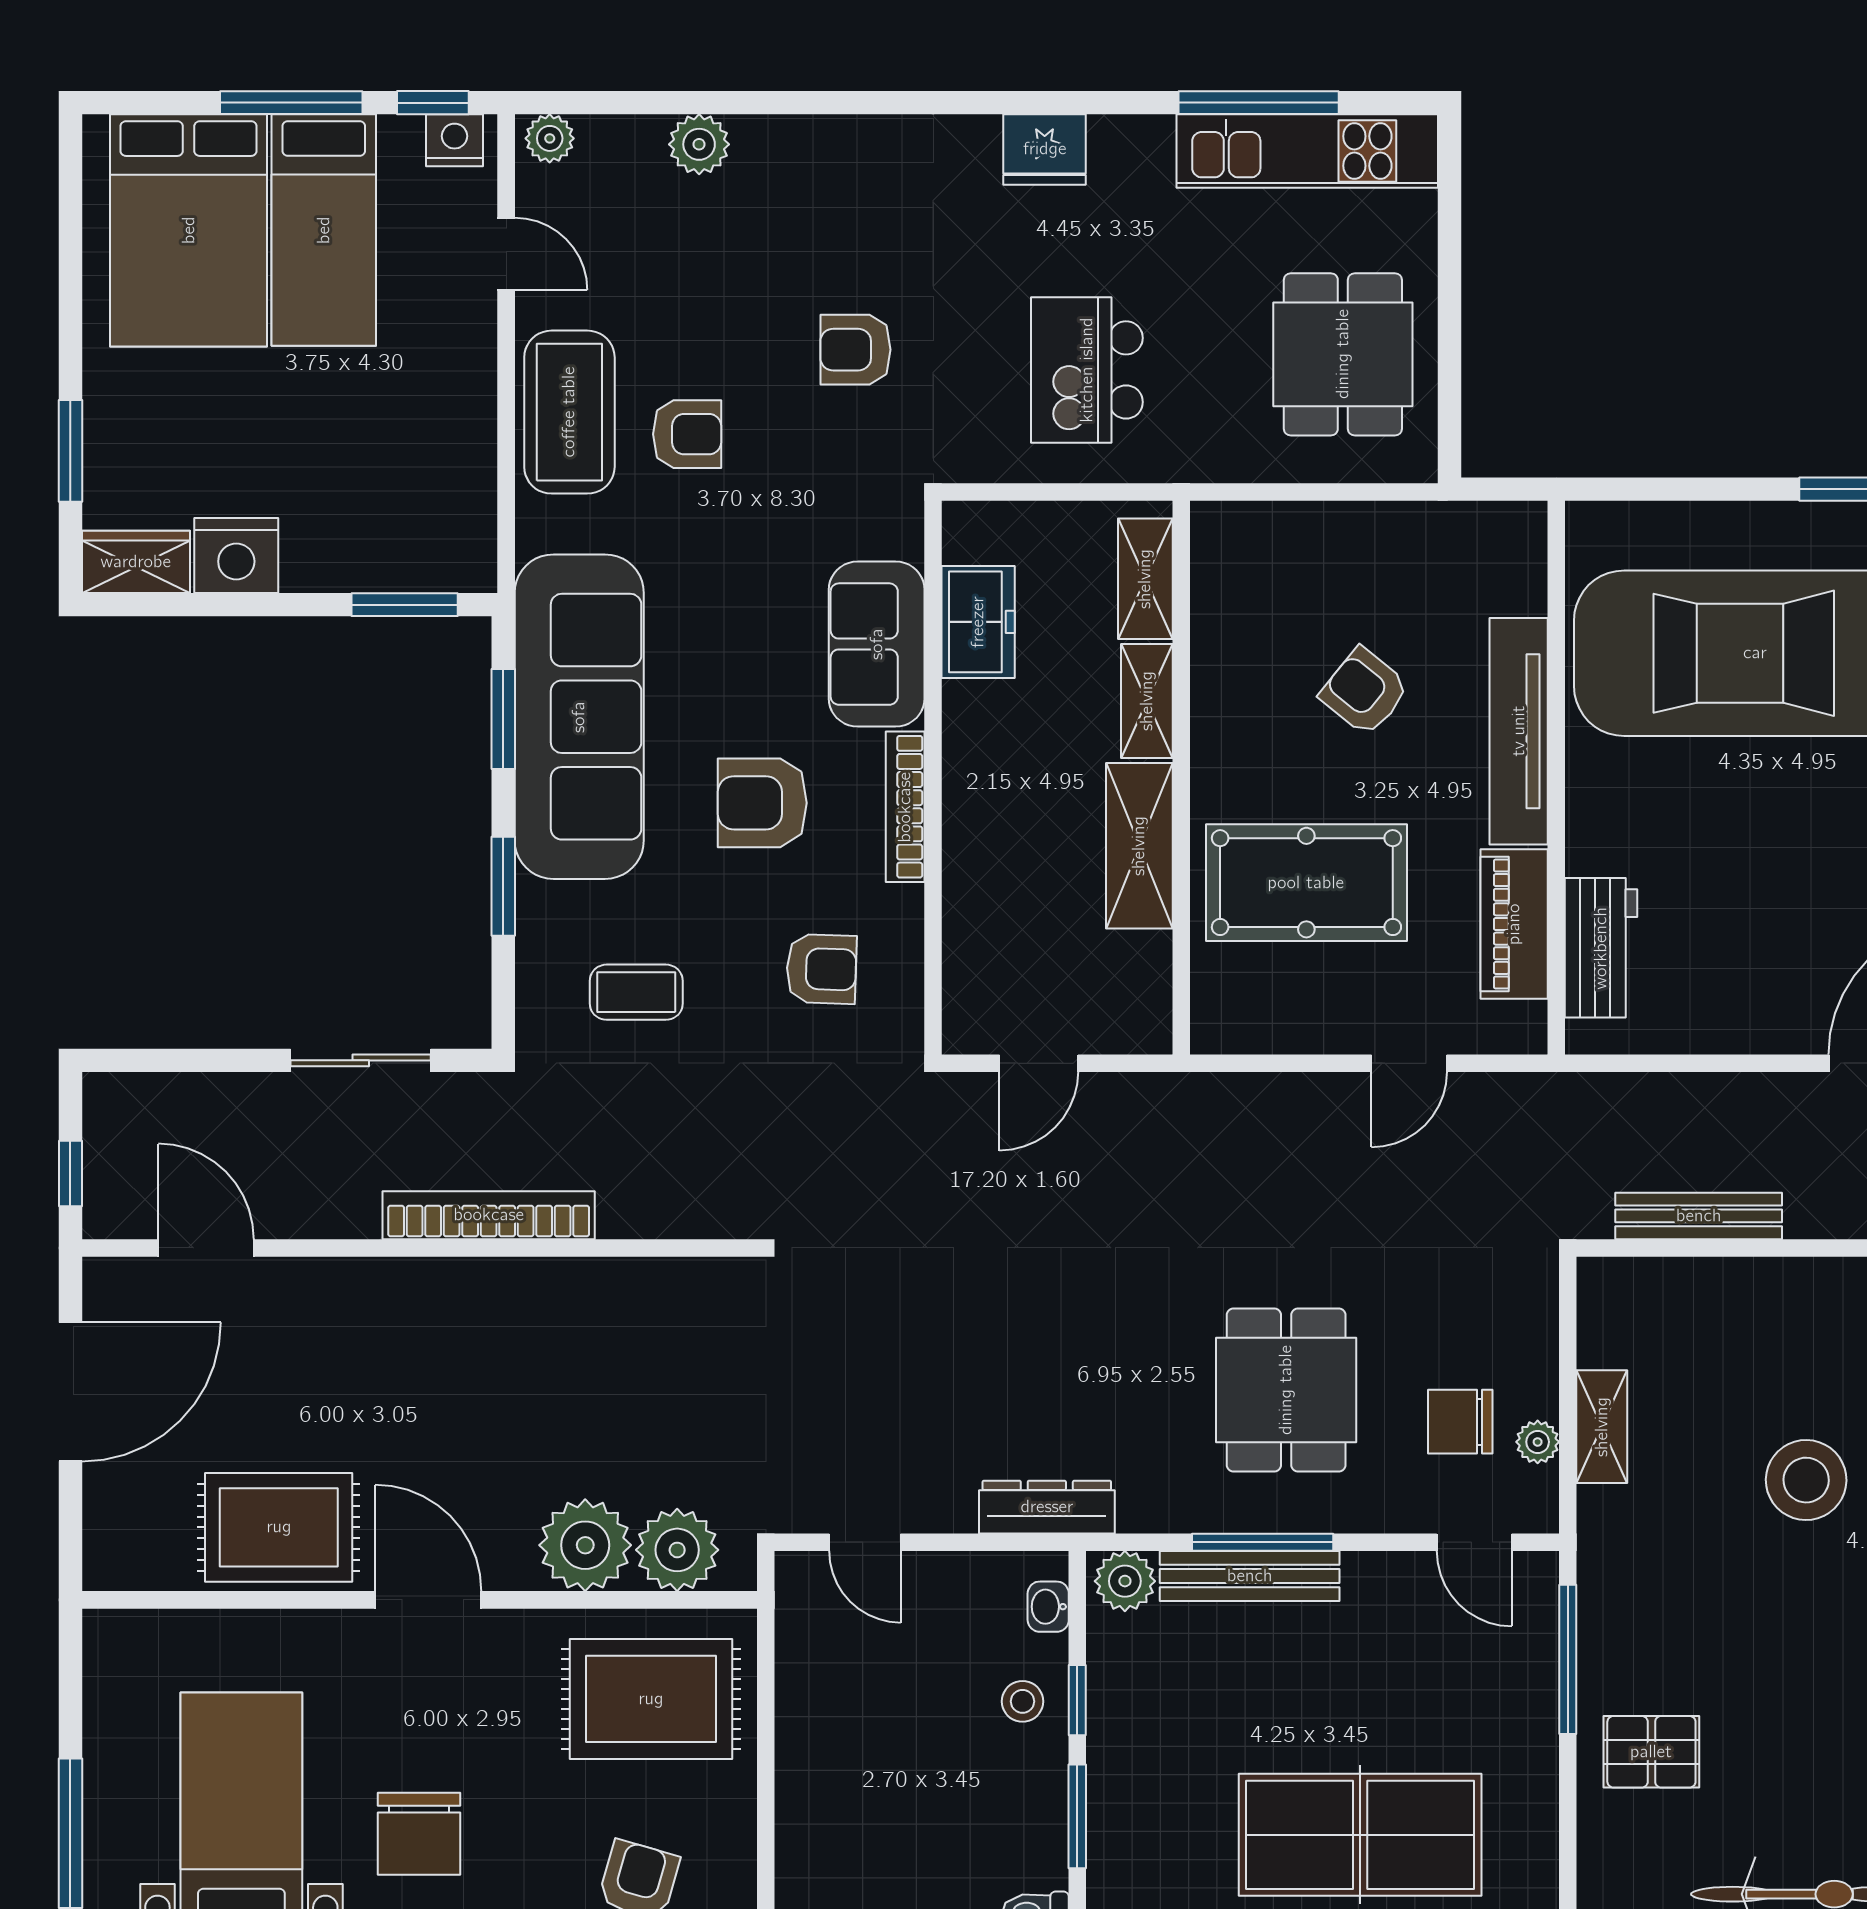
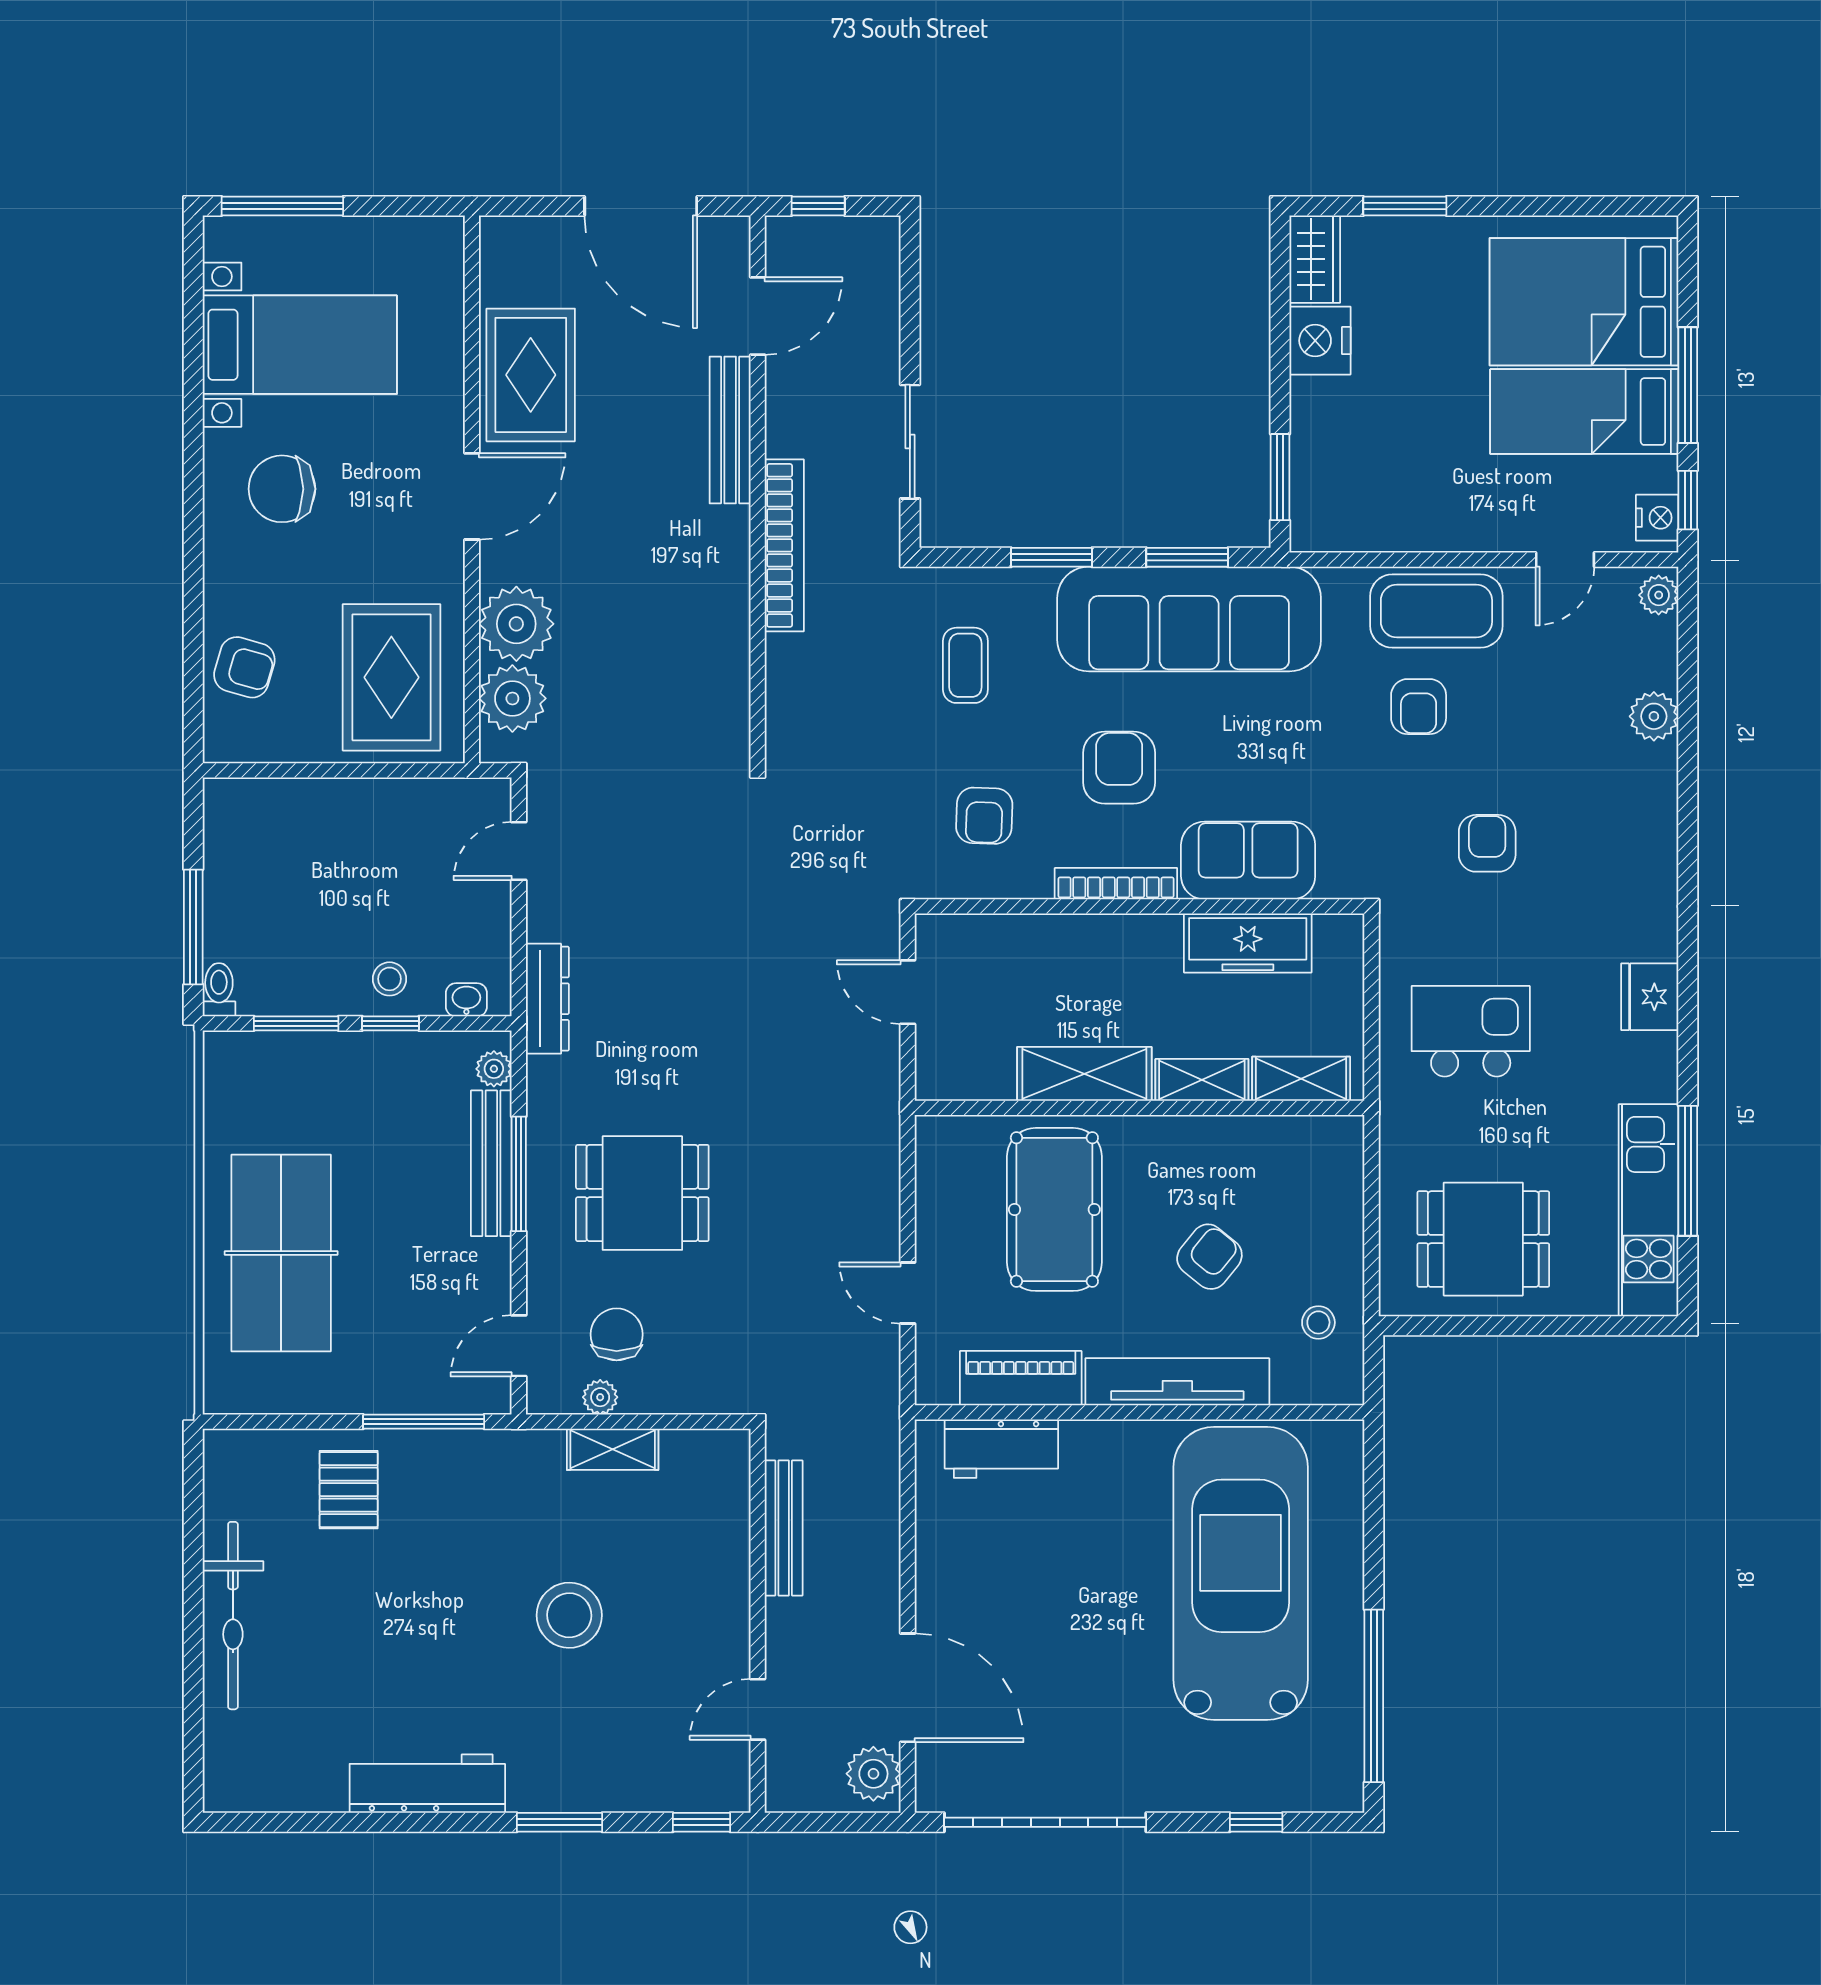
stool: (1446, 557) -> (1318, 1322), added
freezer: (978, 622) -> (1248, 943), width x1.40
bench: (346, 1282) -> (730, 430), added
plant: (1125, 1581) -> (494, 1069), width x0.73, depth x0.73

